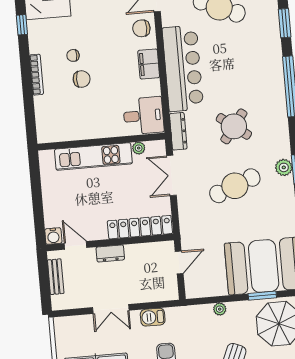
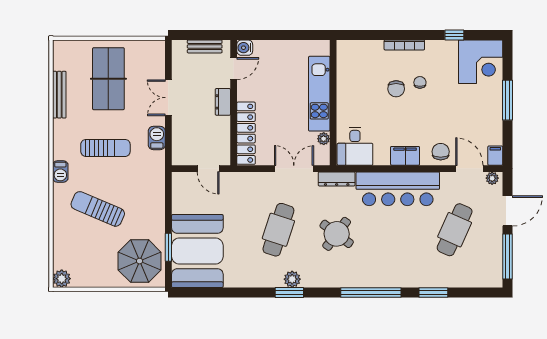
cafe table: (235, 186) -> (278, 230), turned 39
plant: (220, 309) -> (159, 204), removed

